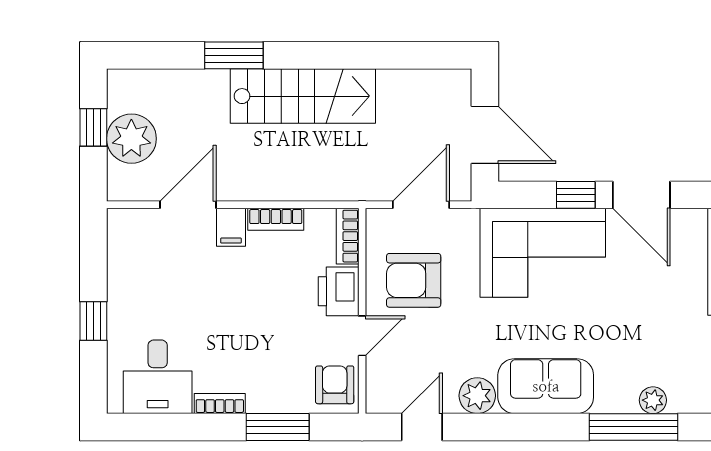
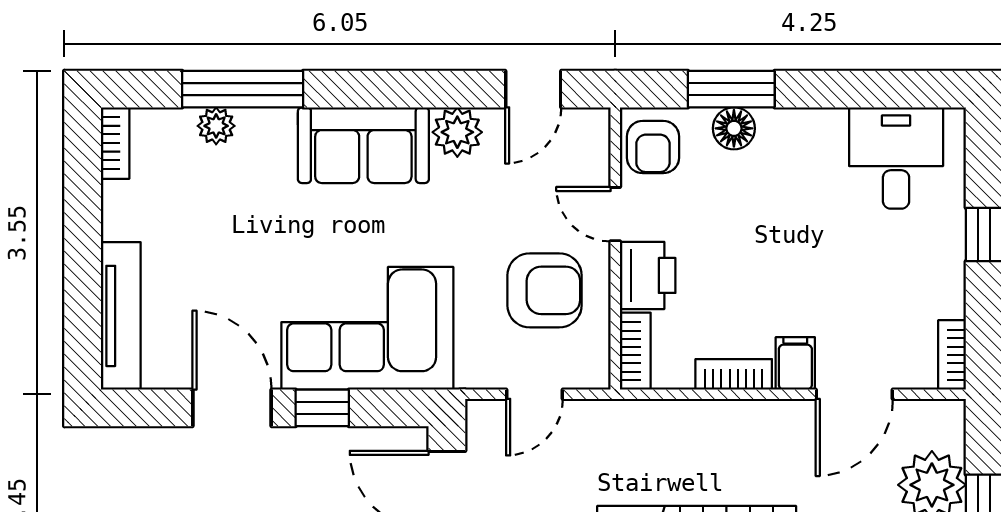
door: (421, 205) -> (534, 394), width x0.73
door: (362, 336) -> (615, 214), hinge flipped
floor lamp: (276, 398) -> (734, 128), added
bookcase: (220, 404) -> (952, 355), moved, turned 90

